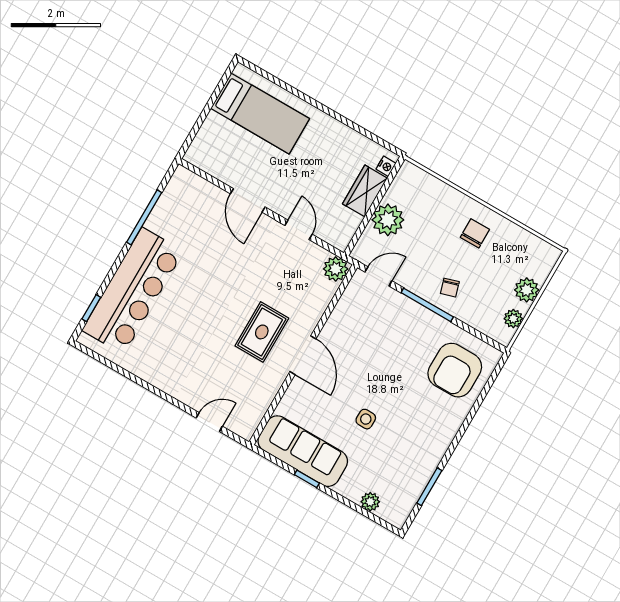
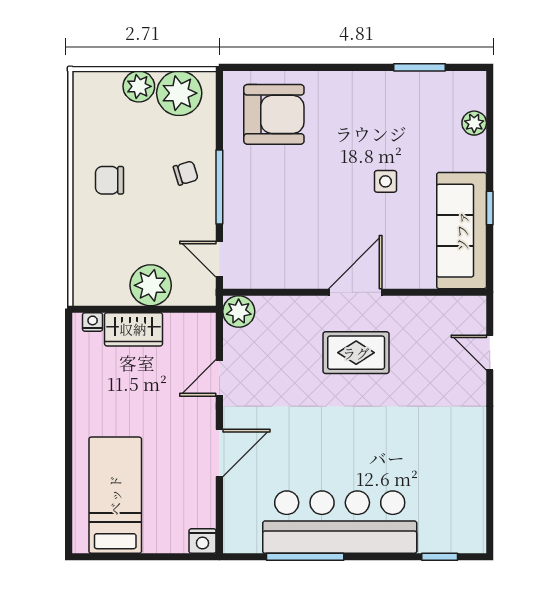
nightstand: (195, 154) -> (203, 541), added
bar counter: (133, 291) -> (340, 522), moved
plant: (513, 319) -> (179, 93), width x1.87, depth x1.87

